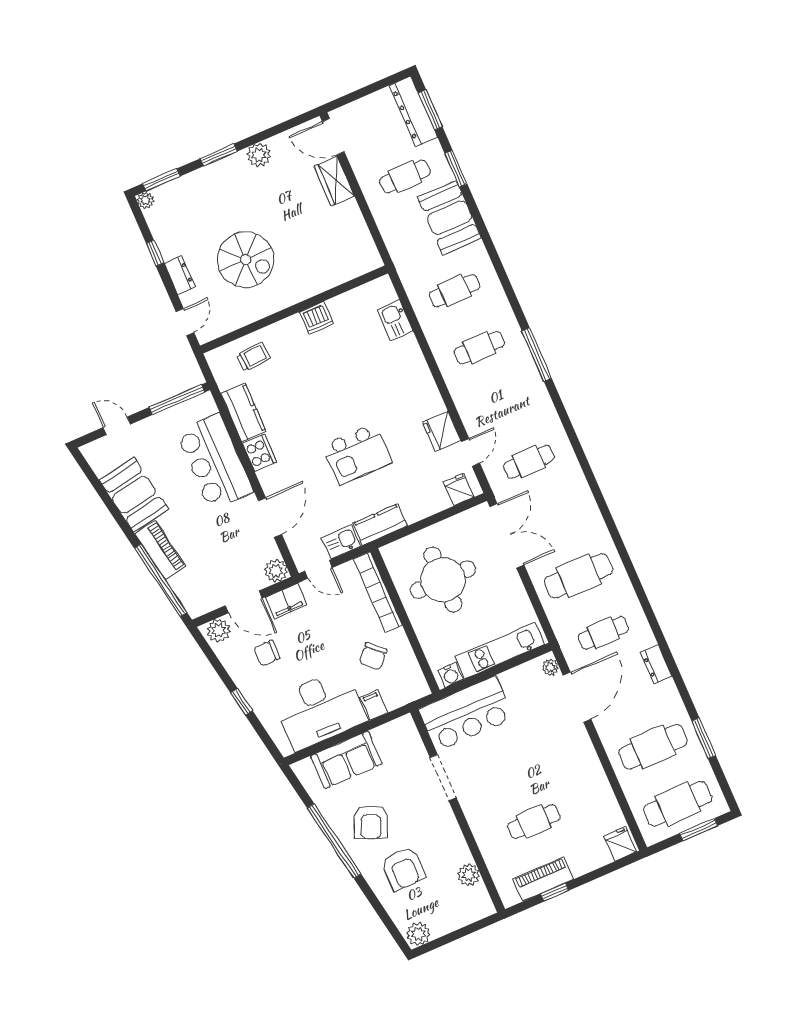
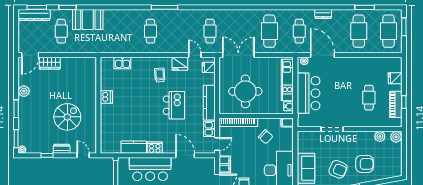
cafe table: (455, 291) -> (121, 31), removed
trolley: (253, 357) -> (160, 75), moved
kitchen counter: (380, 525) -> (209, 103), width x1.50
plant: (276, 571) -> (210, 163), removed
filing cabinet: (374, 705) -> (287, 122), moved
bar counter: (466, 714) -> (309, 93), moved
fridge: (620, 844) -> (395, 78), moved
plant: (418, 934) -> (396, 137), moved

